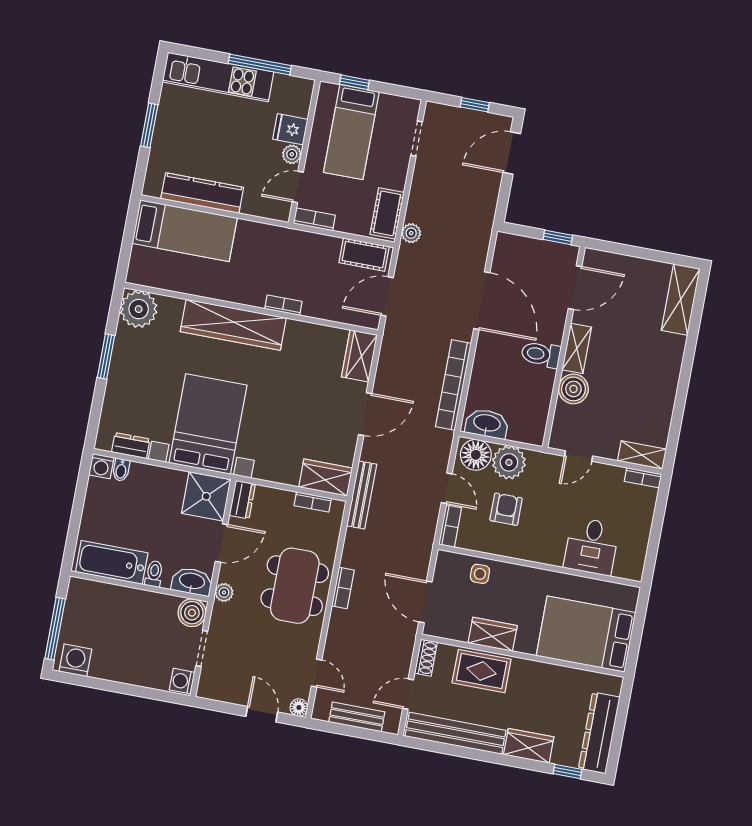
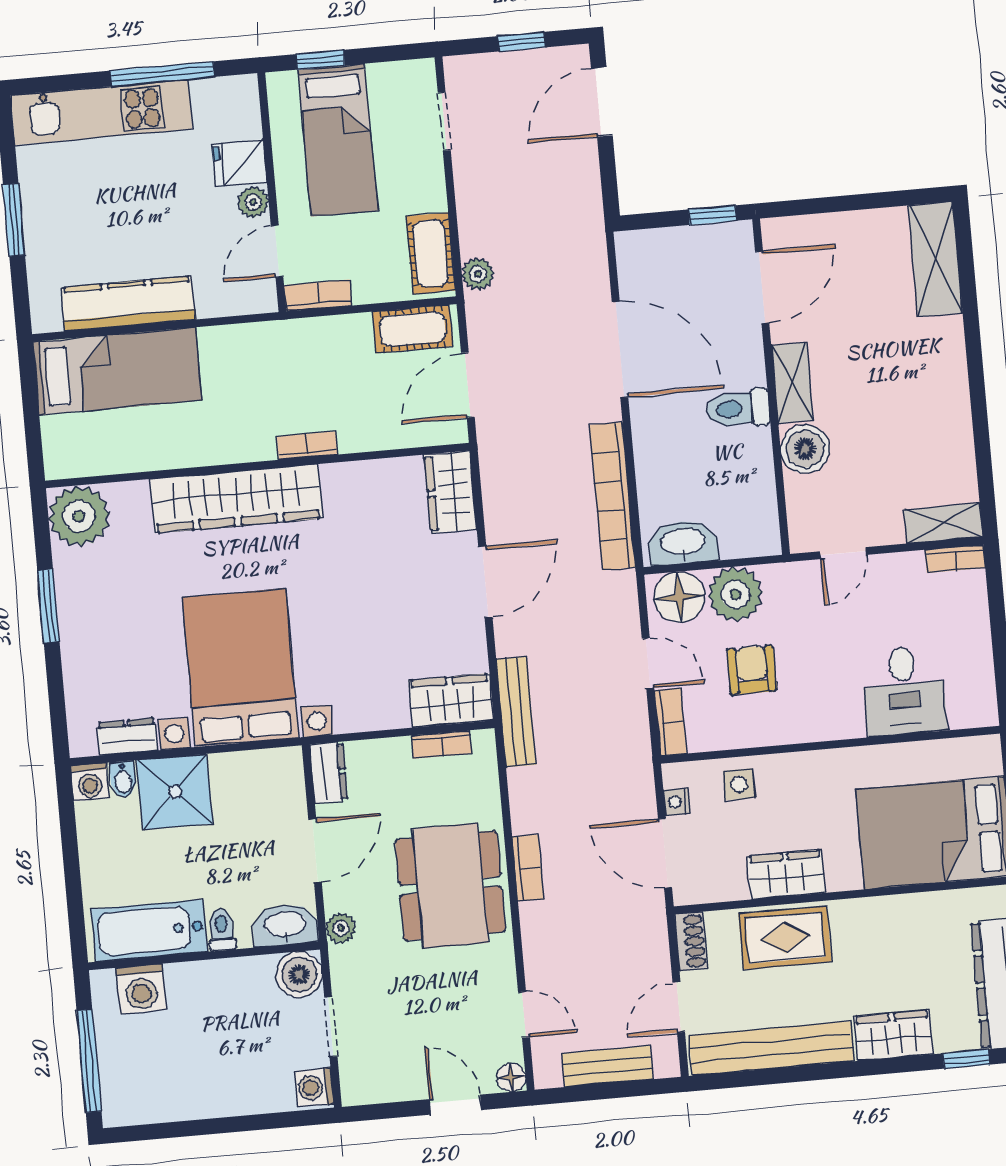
shower: (206, 496) -> (175, 792), moved
nightstand: (441, 574) -> (677, 802), added
washing machine: (75, 660) -> (141, 989), moved, turned 180

